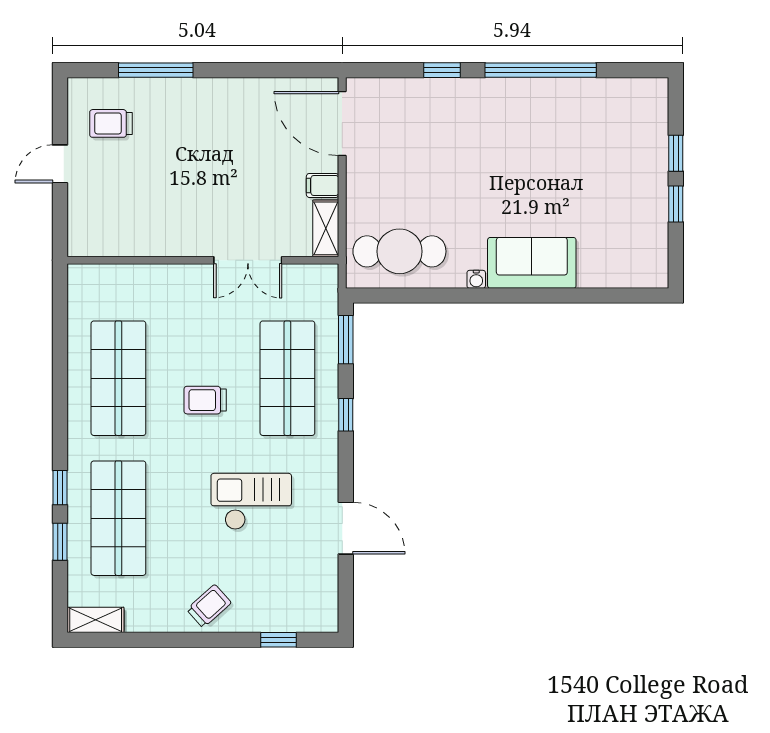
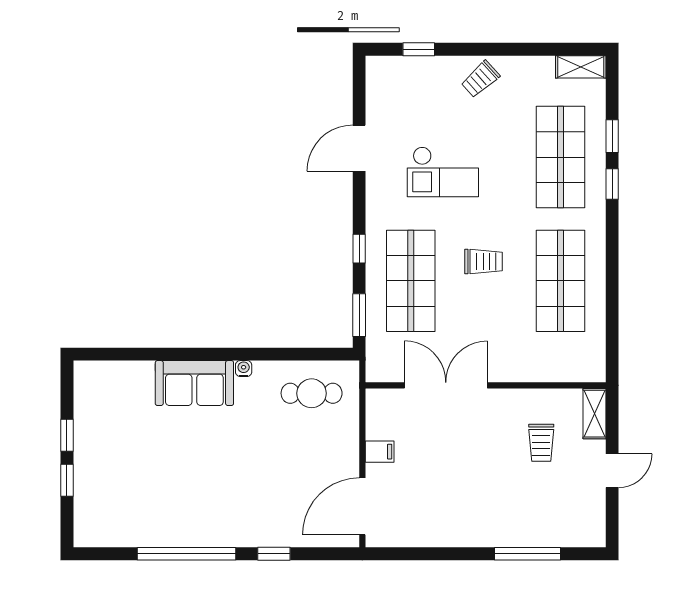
trolley: (111, 123) -> (541, 443), moved, turned 90
door: (342, 124) -> (362, 506), swing flipped
shelving: (326, 228) -> (594, 414), moved
cafe table: (399, 251) -> (312, 393), width x0.73, depth x0.74
double door: (248, 260) -> (446, 385), width x1.37
door: (346, 528) -> (359, 148), hinge flipped

